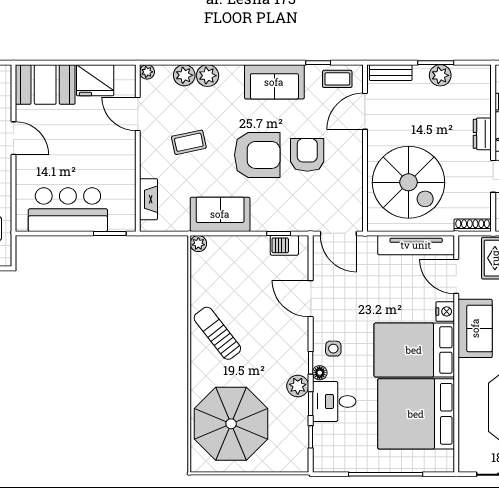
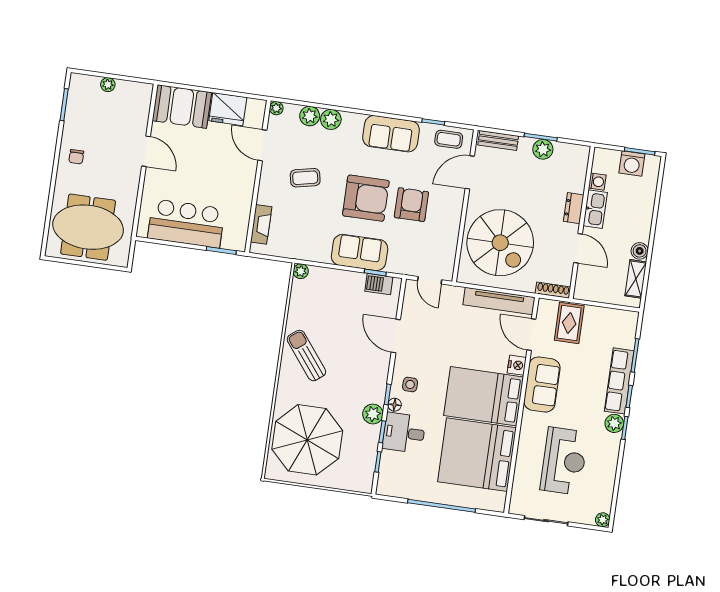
sofa: (220, 214) -> (360, 252), moved
door: (338, 233) -> (430, 280), width x0.73

